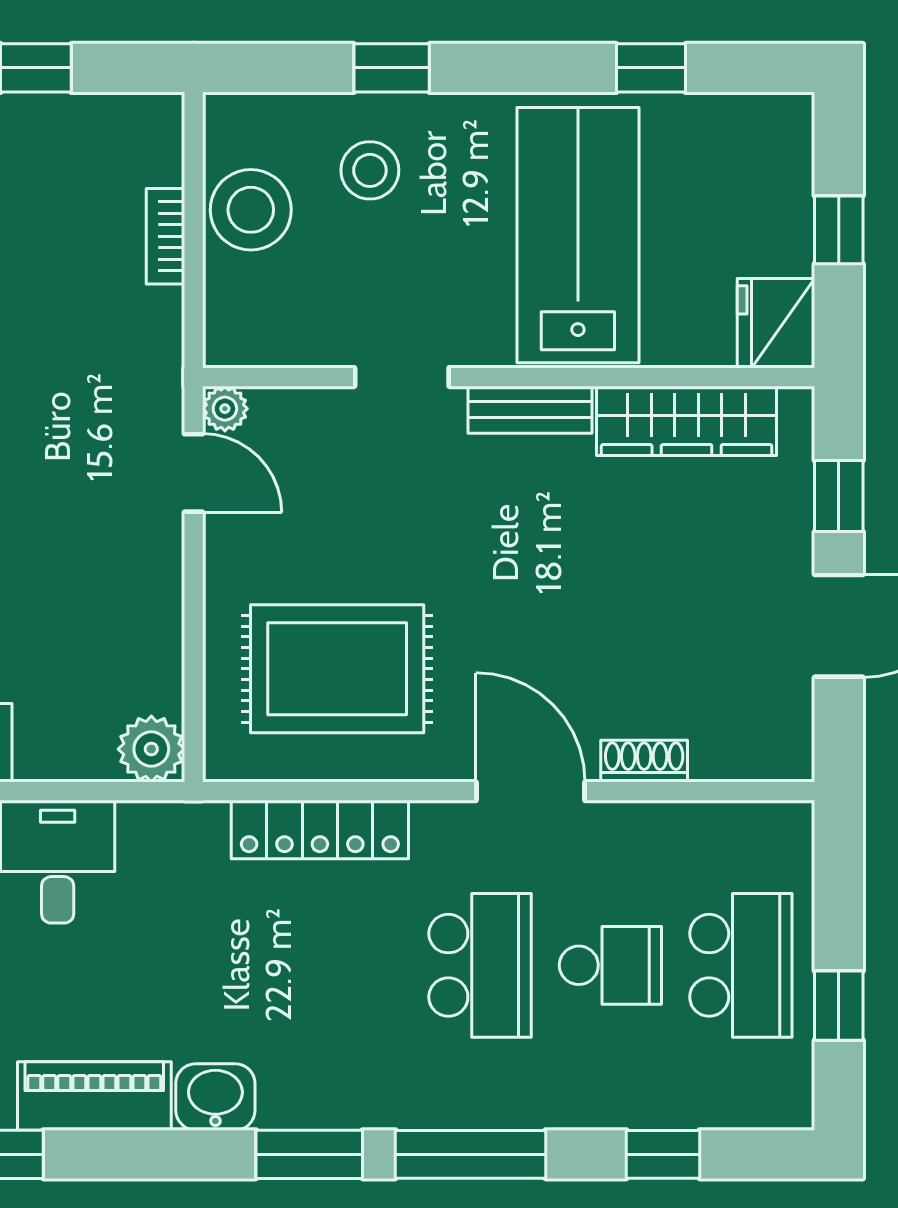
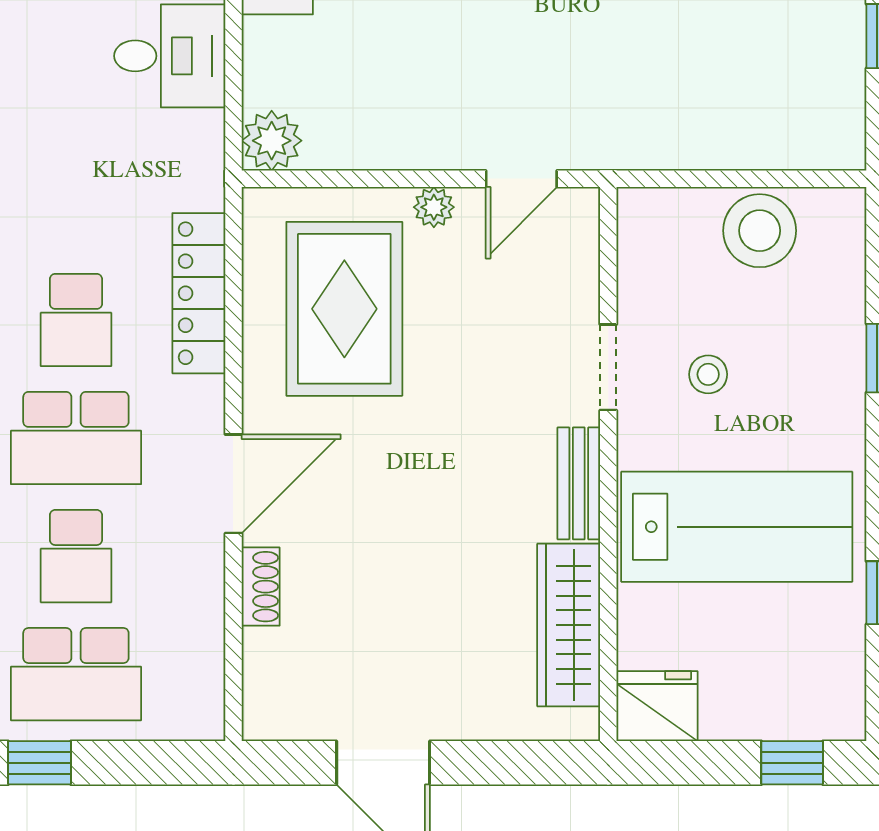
stool: (370, 170) -> (708, 374), moved, width x0.73, depth x0.73
window: (839, 230) -> (792, 763), moved
bookcase: (165, 236) -> (736, 153), removed
plant: (225, 409) -> (434, 207), moved
window: (839, 496) -> (501, 763), removed
school desk: (350, 965) -> (76, 320), added

